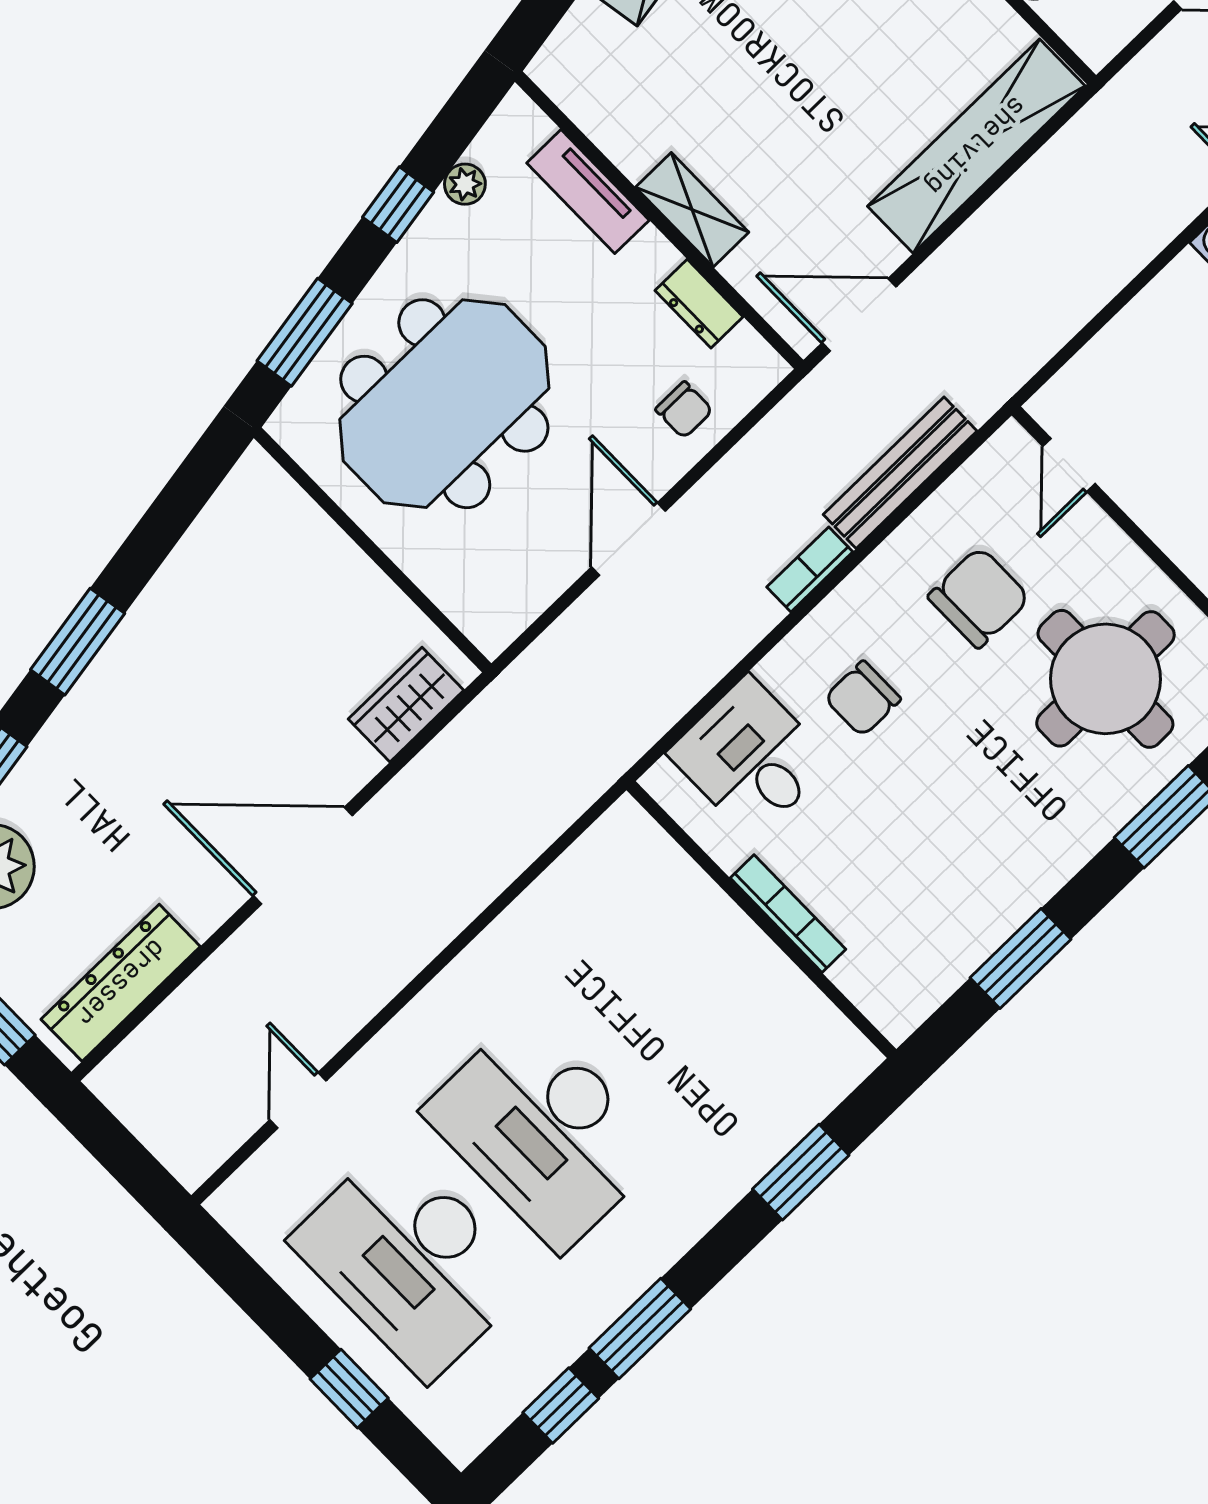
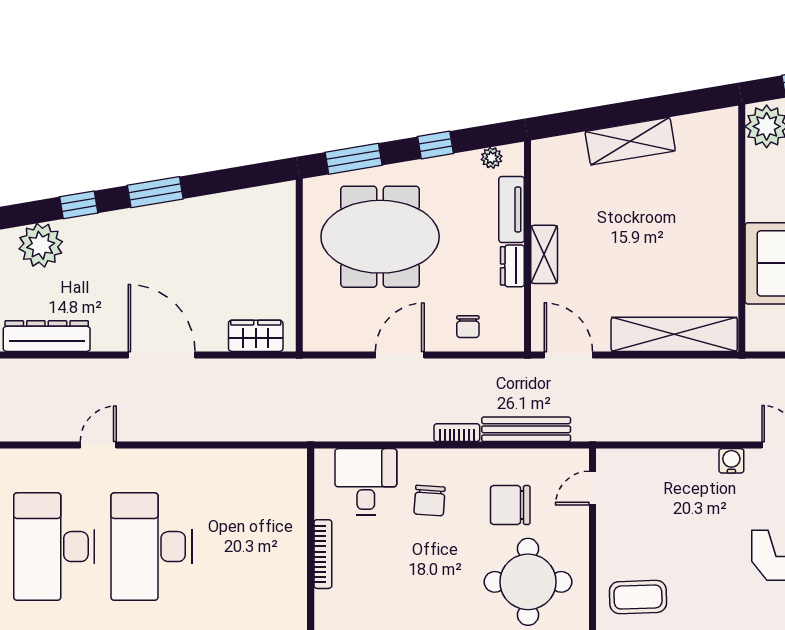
plant: (465, 184) -> (492, 158), moved
dresser: (699, 304) -> (512, 266), moved
chair: (979, 597) -> (510, 505), turned 180
chair: (863, 699) -> (430, 500), turned -86
door: (298, 1100) -> (98, 445), moved

